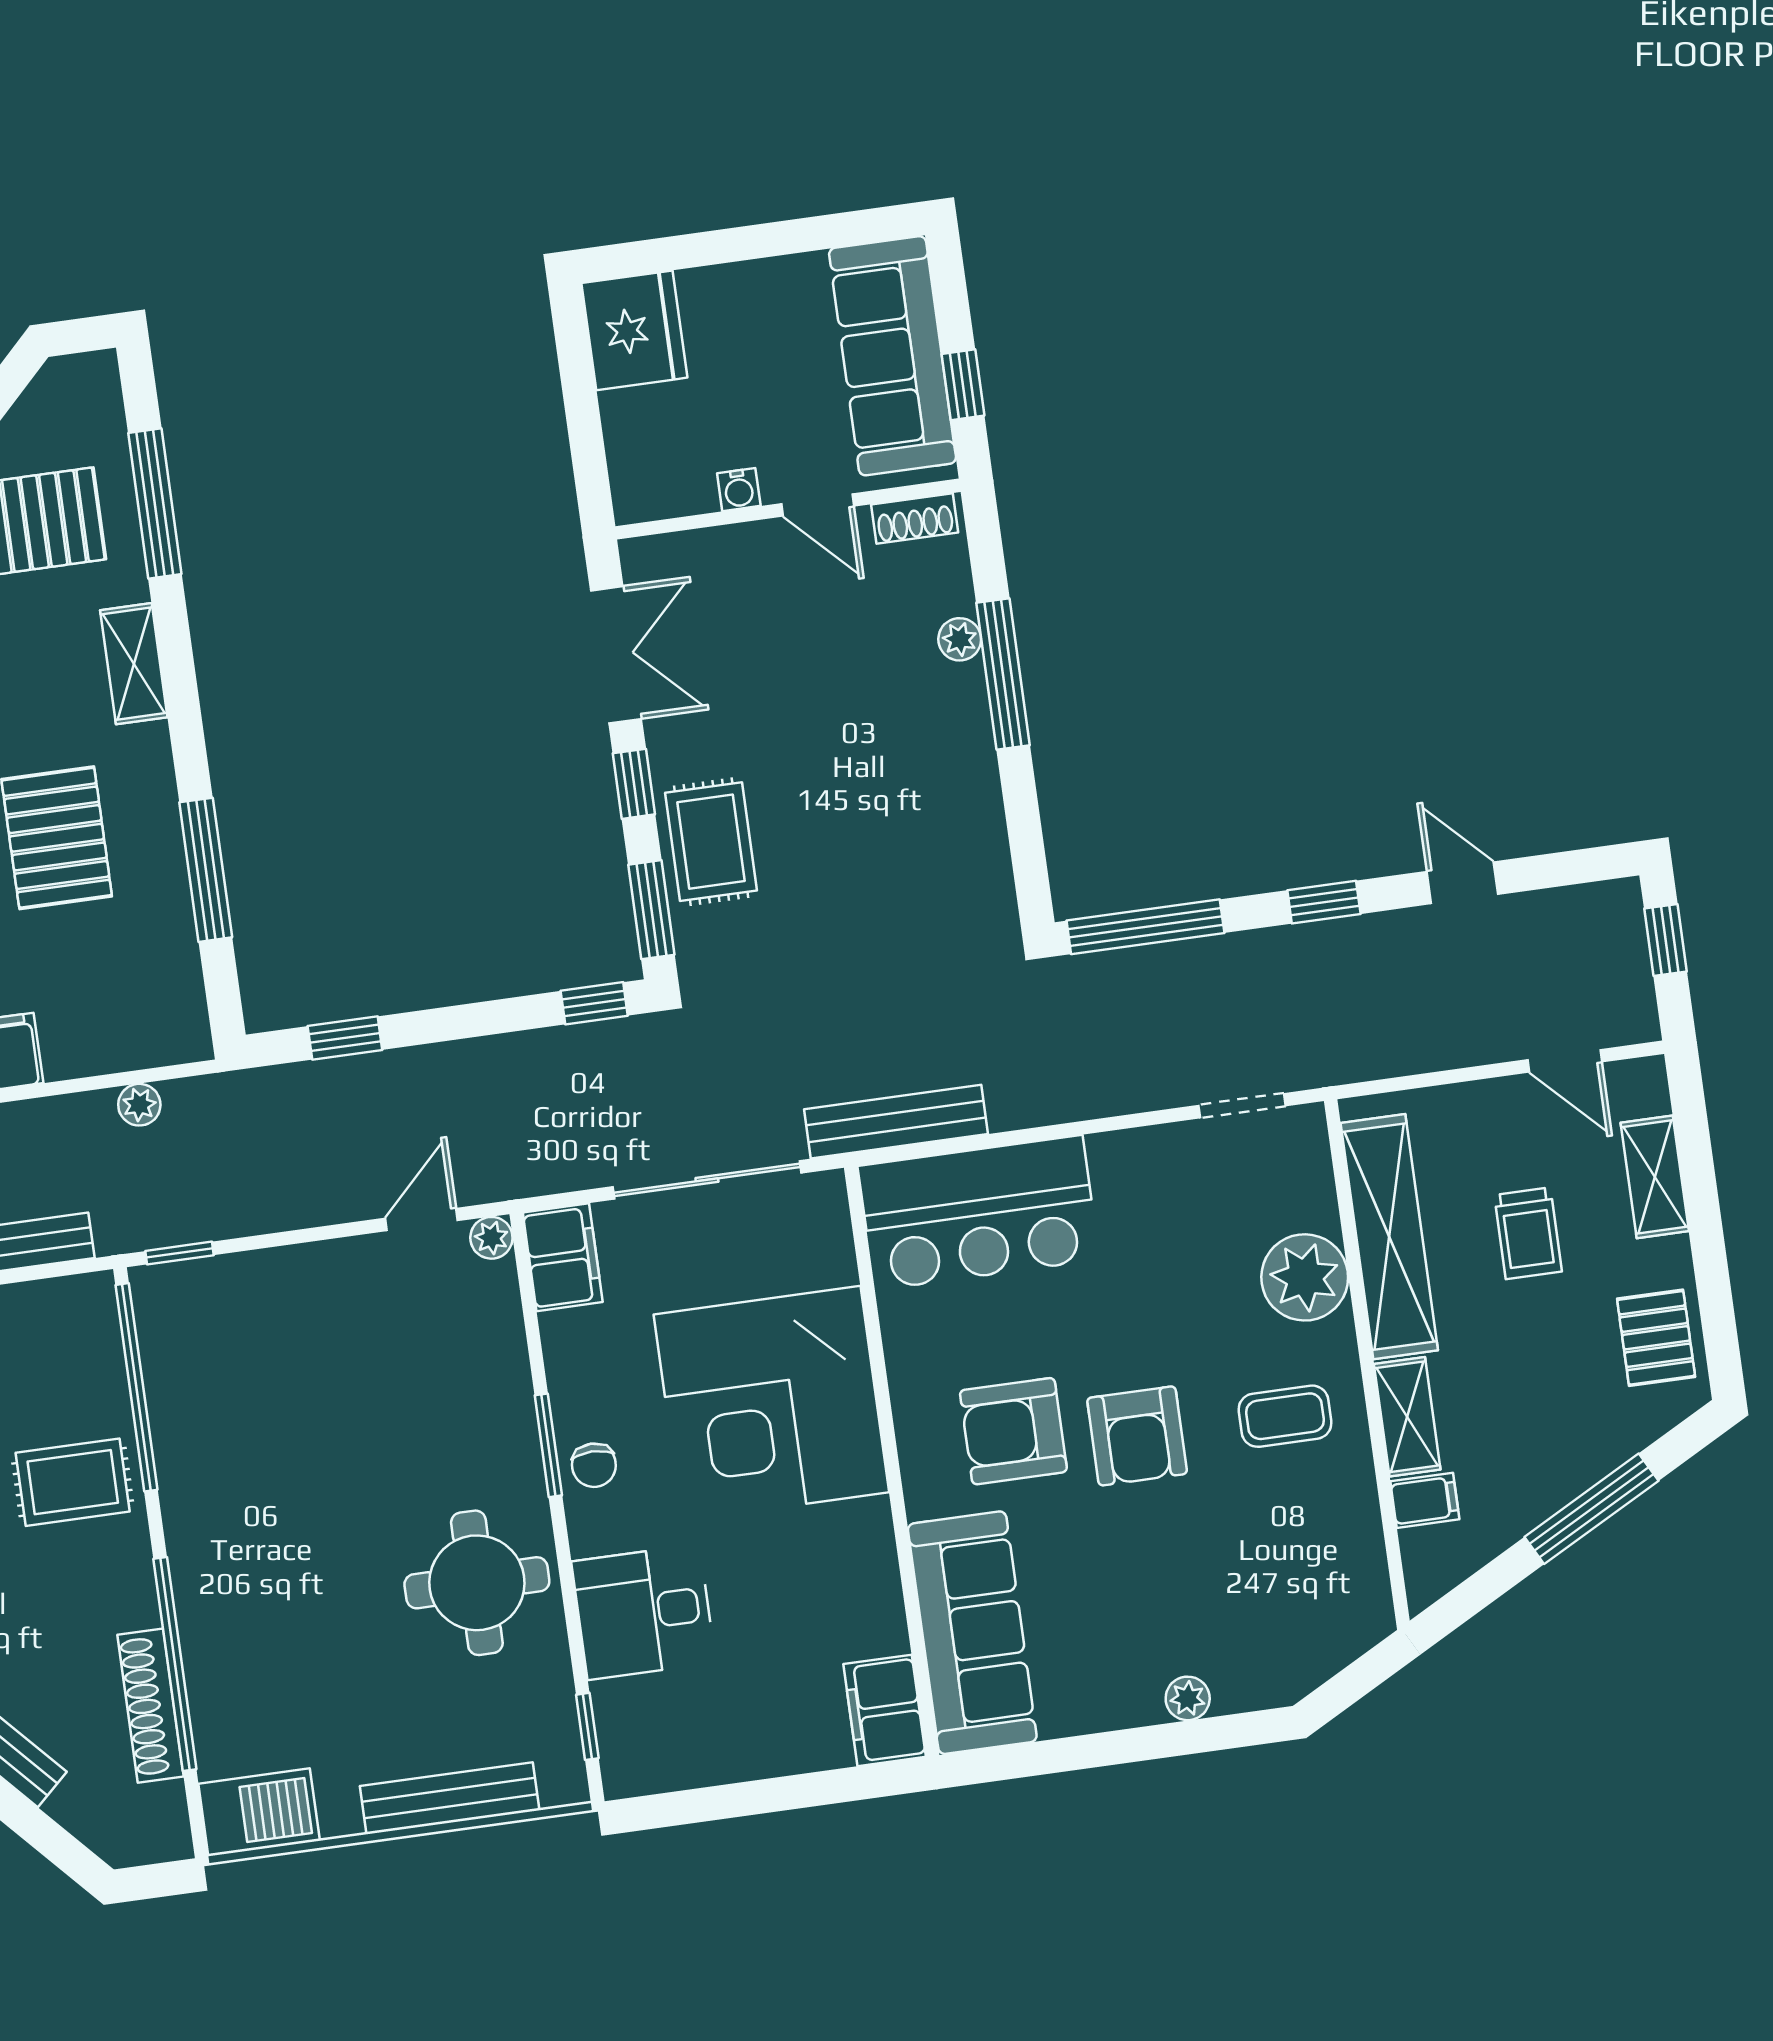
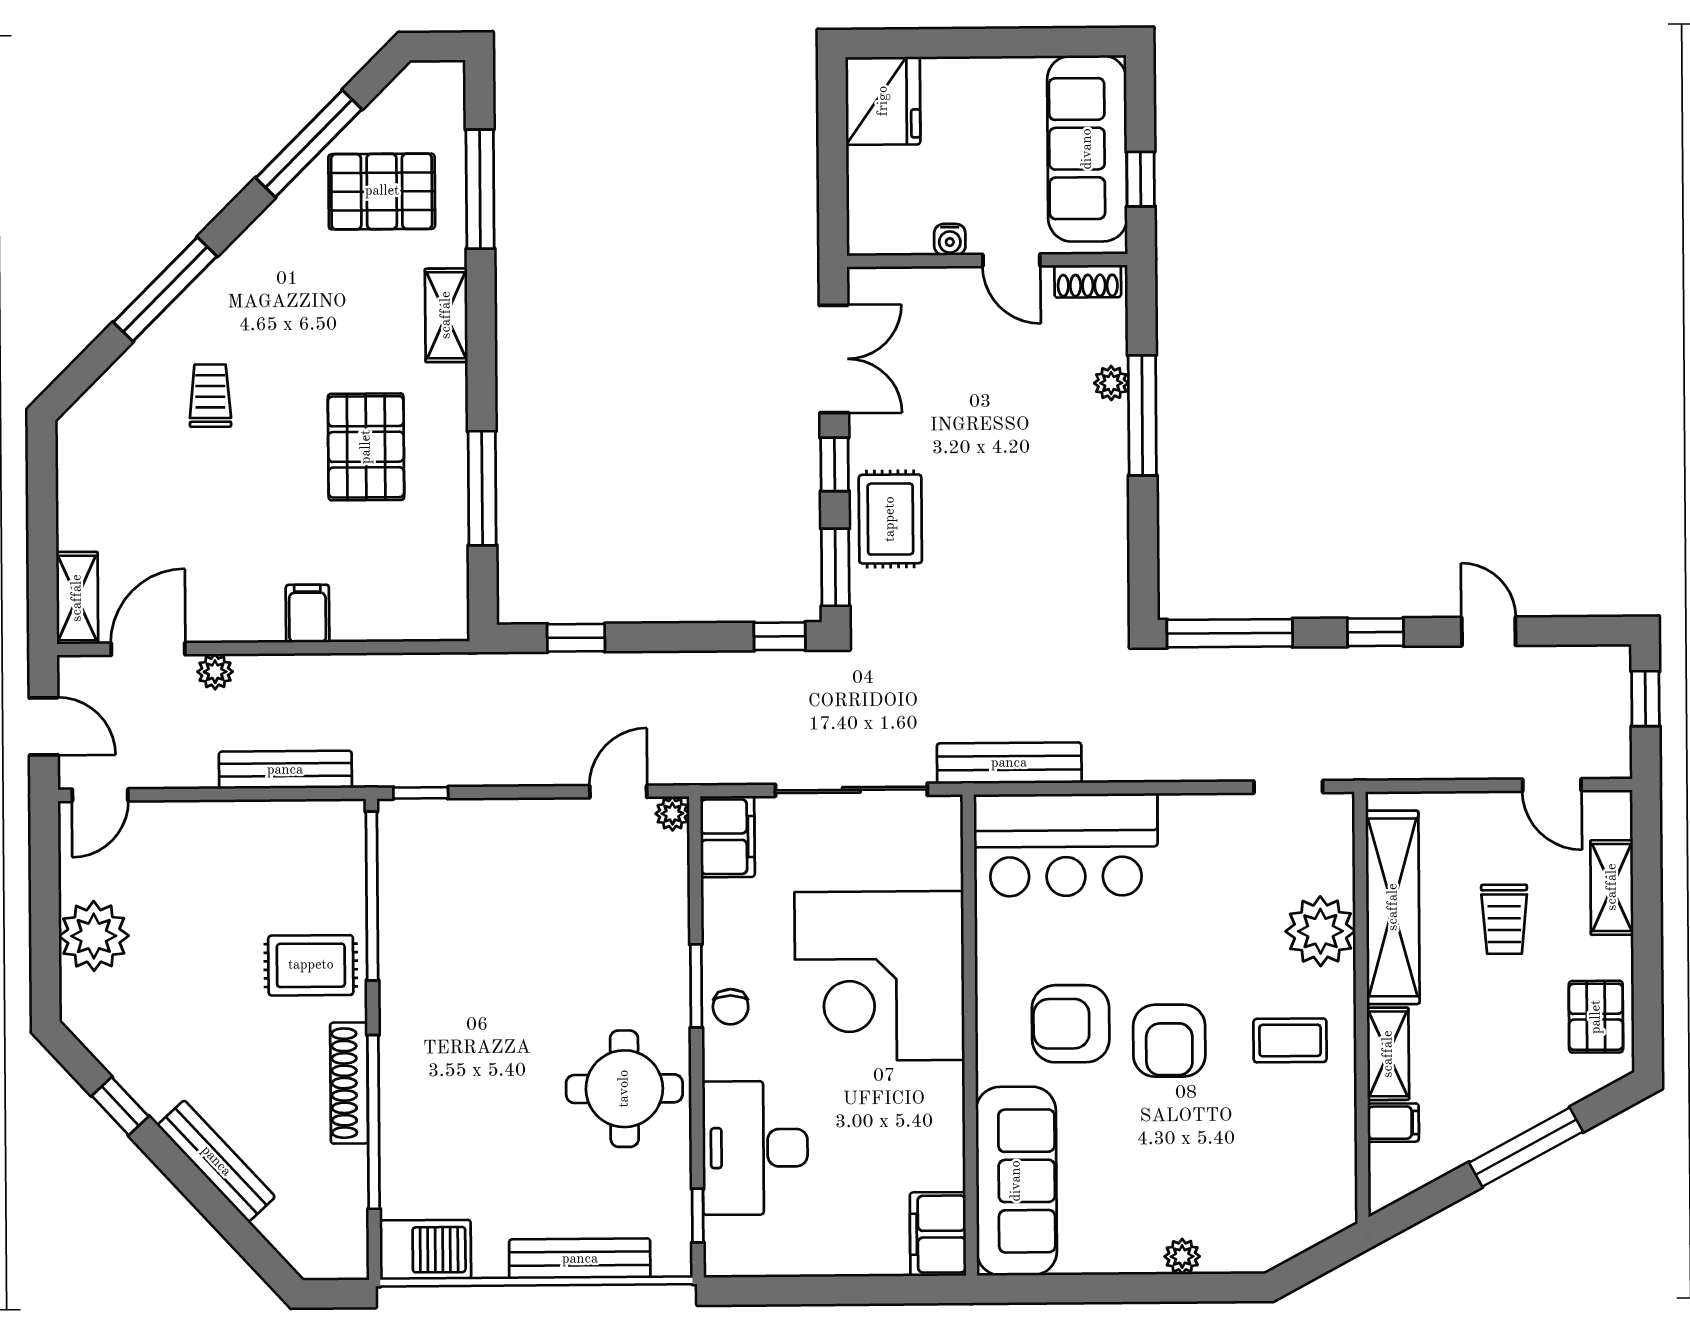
plant: (139, 1105) -> (404, 670), removed
desk: (644, 1612) -> (755, 1148), width x1.37
shoe rack: (151, 1706) -> (349, 1083), moved

